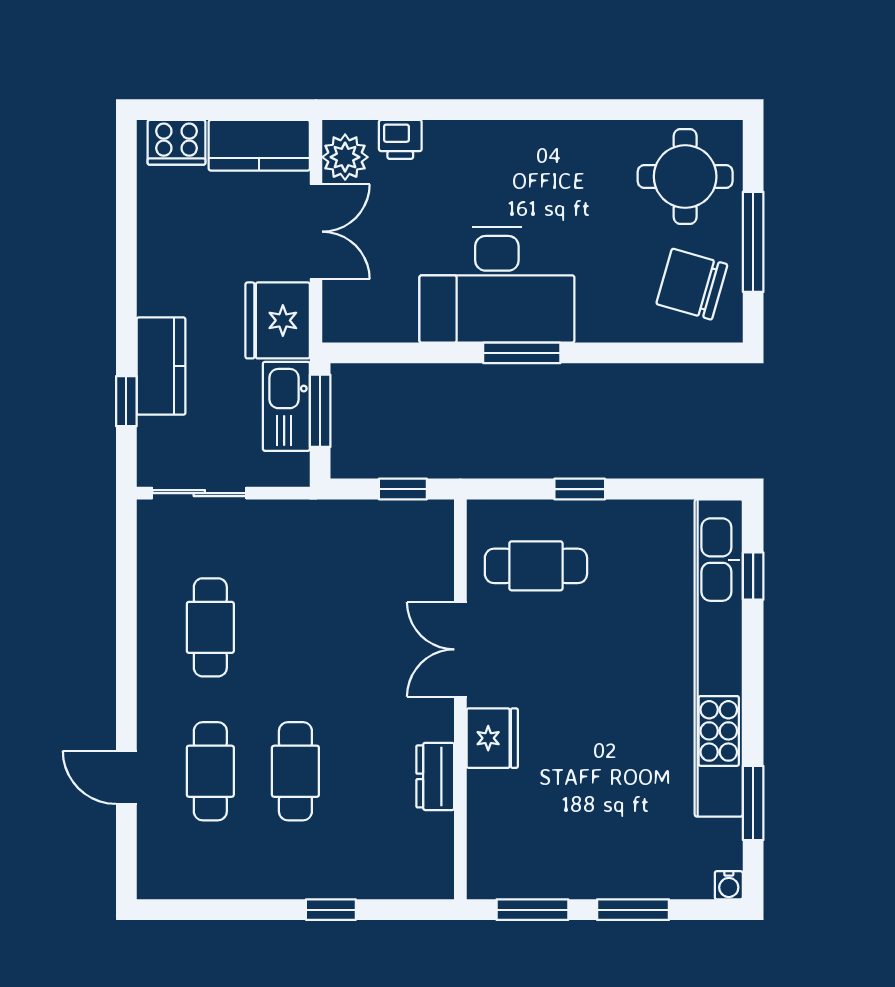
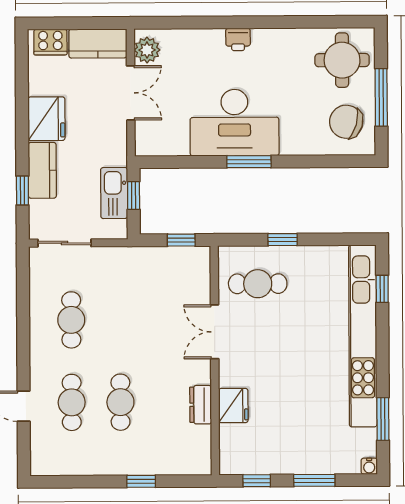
printer: (400, 139) -> (238, 39), moved
fridge: (278, 320) -> (46, 119), moved, turned 180
window: (320, 411) -> (134, 195), width x0.67
fridge: (492, 738) -> (233, 405), moved
window: (532, 910) -> (257, 481), width x0.67

